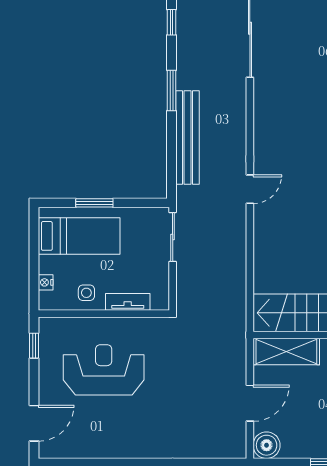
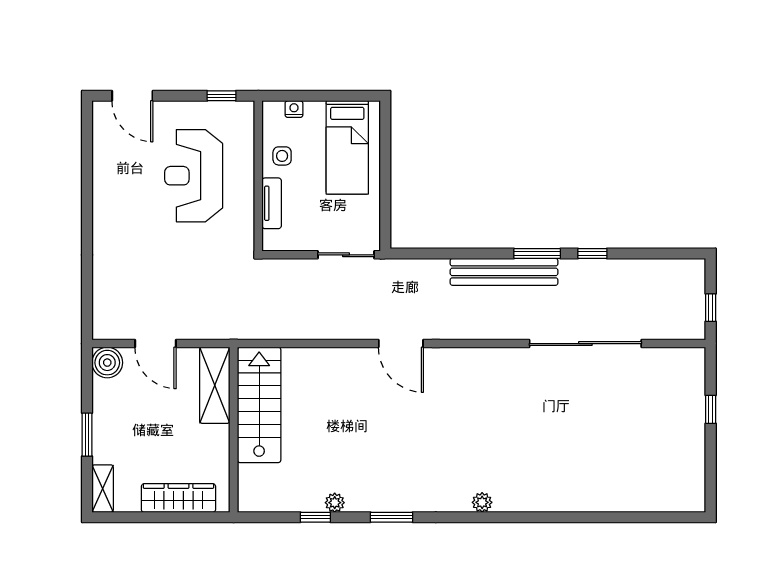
window: (172, 91) -> (537, 254), moved
bench: (187, 137) -> (504, 272), moved
door: (250, 189) -> (401, 344), width x1.38
window: (94, 203) -> (385, 165), removed
reception desk: (104, 370) -> (194, 176), turned 180

